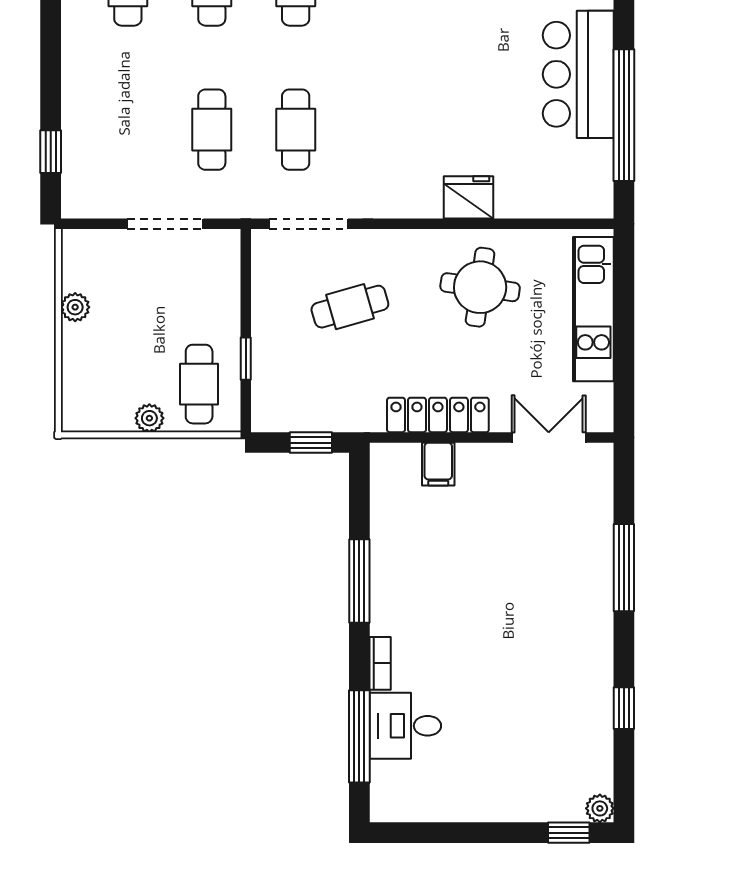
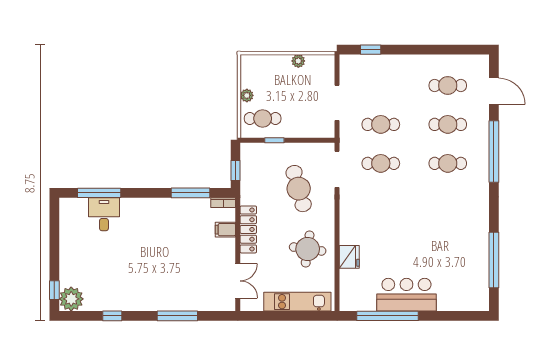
fridge: (468, 197) -> (349, 257), moved
cafe table: (350, 307) -> (299, 189), width x1.37, depth x1.35
window: (359, 581) -> (191, 193), moved
bookcase: (380, 663) -> (223, 203), moved
plant: (600, 808) -> (71, 299), width x1.88, depth x1.88

